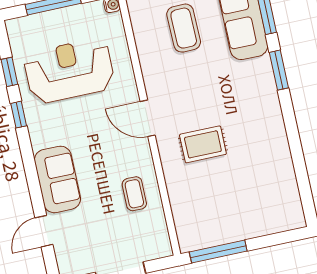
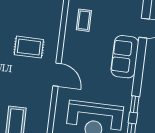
coffee table: (134, 194) -> (84, 20), moved

